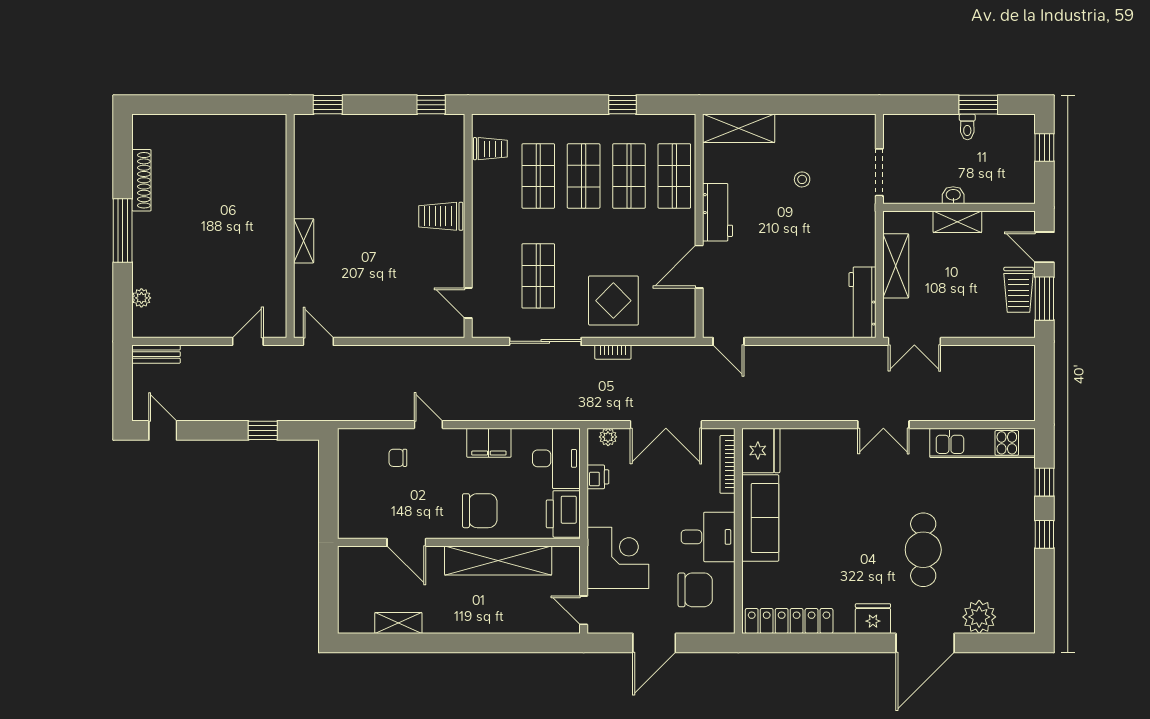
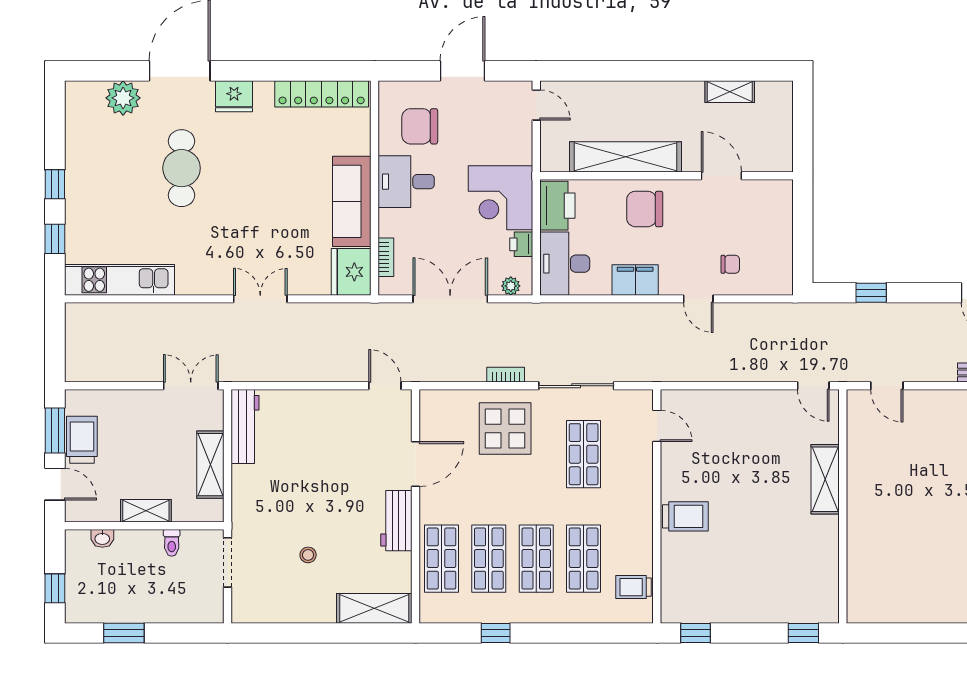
toilet: (967, 127) -> (172, 543), moved, turned 180
washbasin: (953, 195) -> (102, 538), moved
shelving: (304, 241) -> (825, 479), width x1.50, depth x1.33
door: (248, 341) -> (887, 386), hinge flipped
double door: (883, 425) -> (260, 299), moved
bookcase: (727, 464) -> (386, 257), width x0.64
corner desk: (618, 558) -> (500, 198), moved

